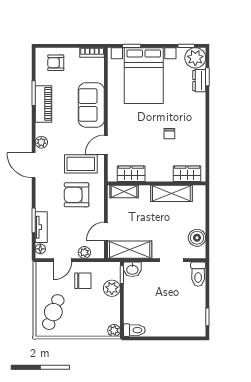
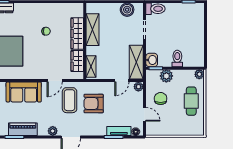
door: (106, 145) -> (55, 81), hinge flipped
wardrobe: (187, 174) -> (77, 34), moved, width x1.50
armchair: (76, 195) -> (94, 104), turned 90
door: (106, 231) -> (122, 81), hinge flipped
plant: (84, 252) -> (138, 87), moved
cafe table: (53, 312) -> (191, 101), moved, turned 69
toilet: (134, 330) -> (177, 58), moved

